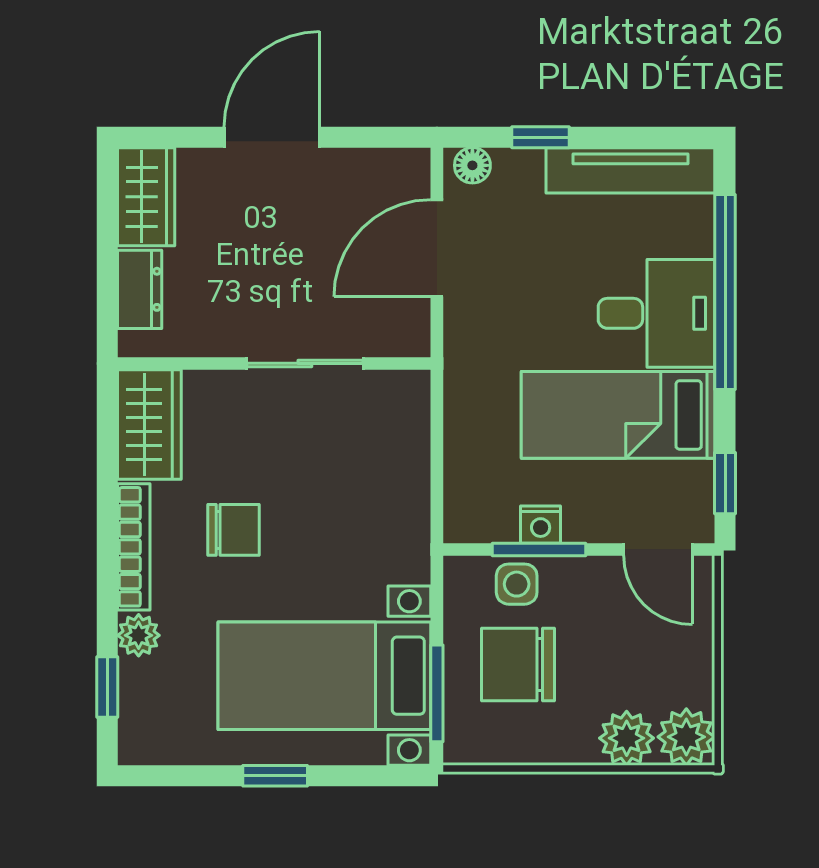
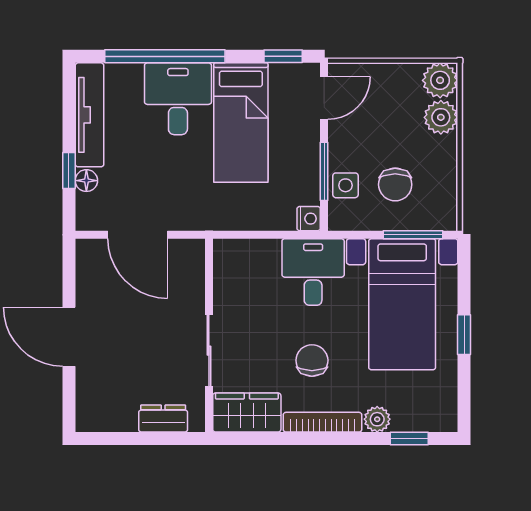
floor lamp: (472, 165) -> (86, 181), moved
wardrobe: (146, 197) -> (106, 415), removed
sliding door: (305, 363) -> (209, 351), moved
nightstand: (541, 525) -> (309, 219), moved
desk: (377, 532) -> (313, 272), added
chair: (518, 664) -> (395, 185), width x0.73, depth x0.73

